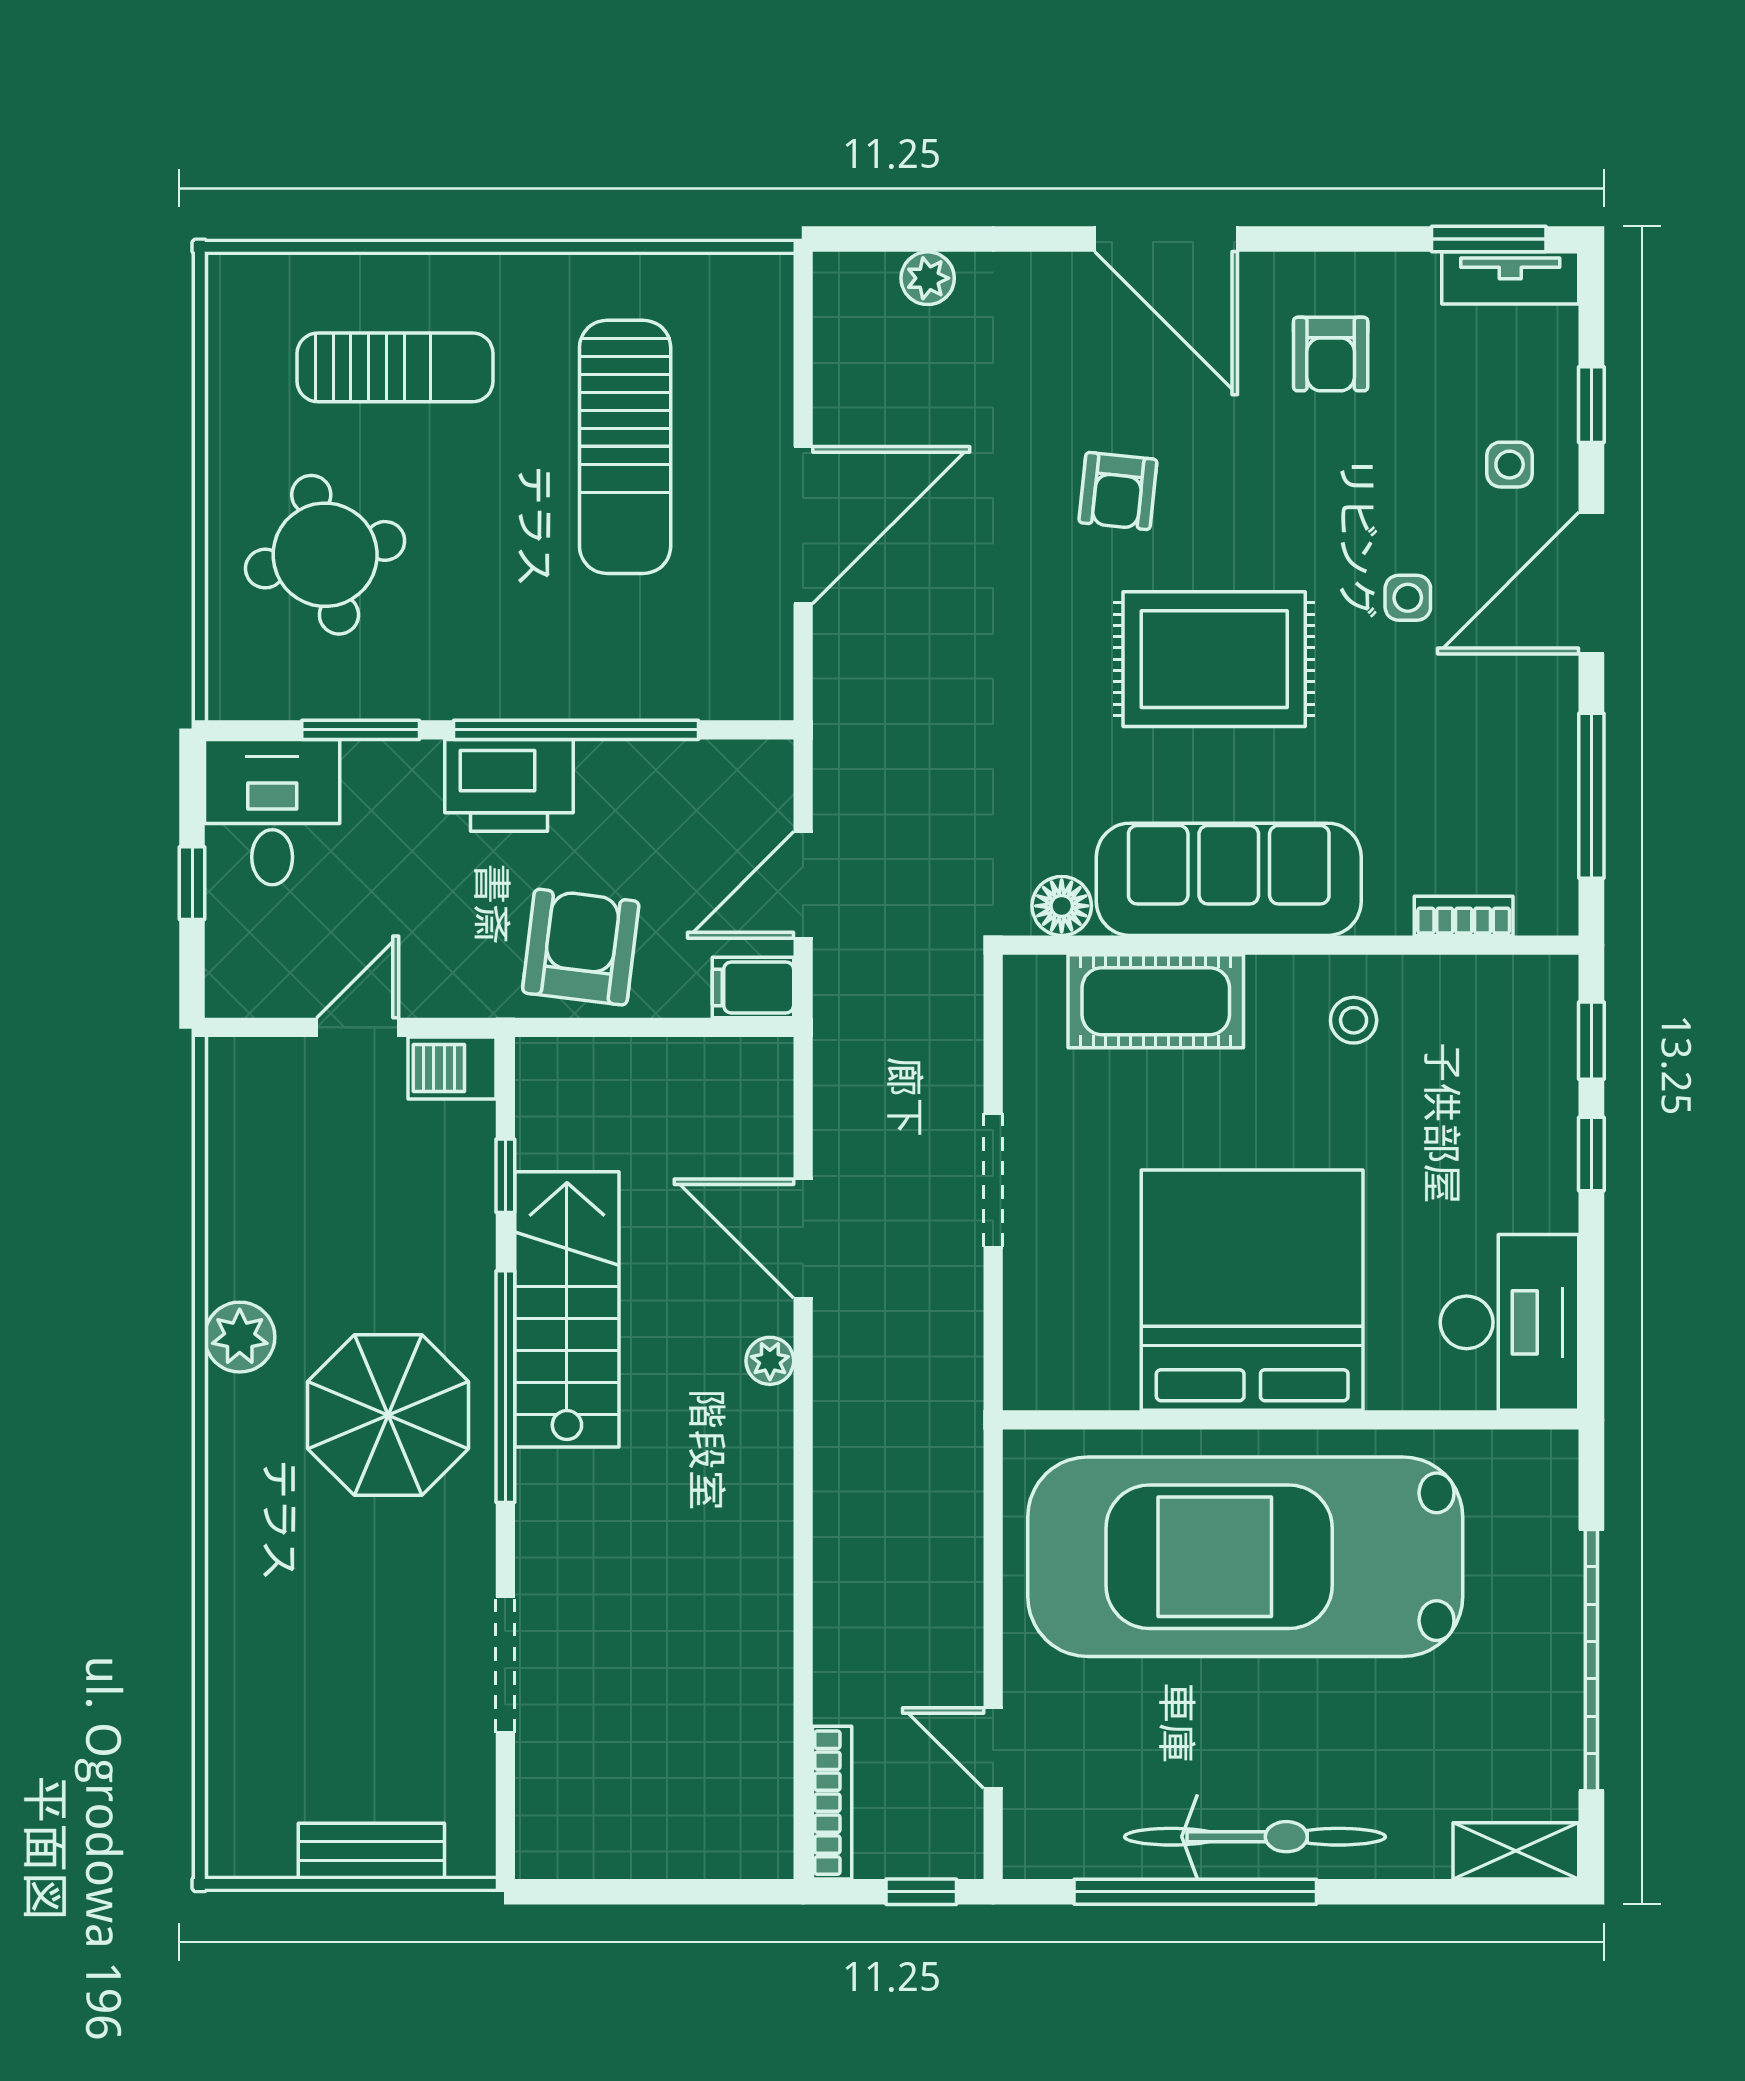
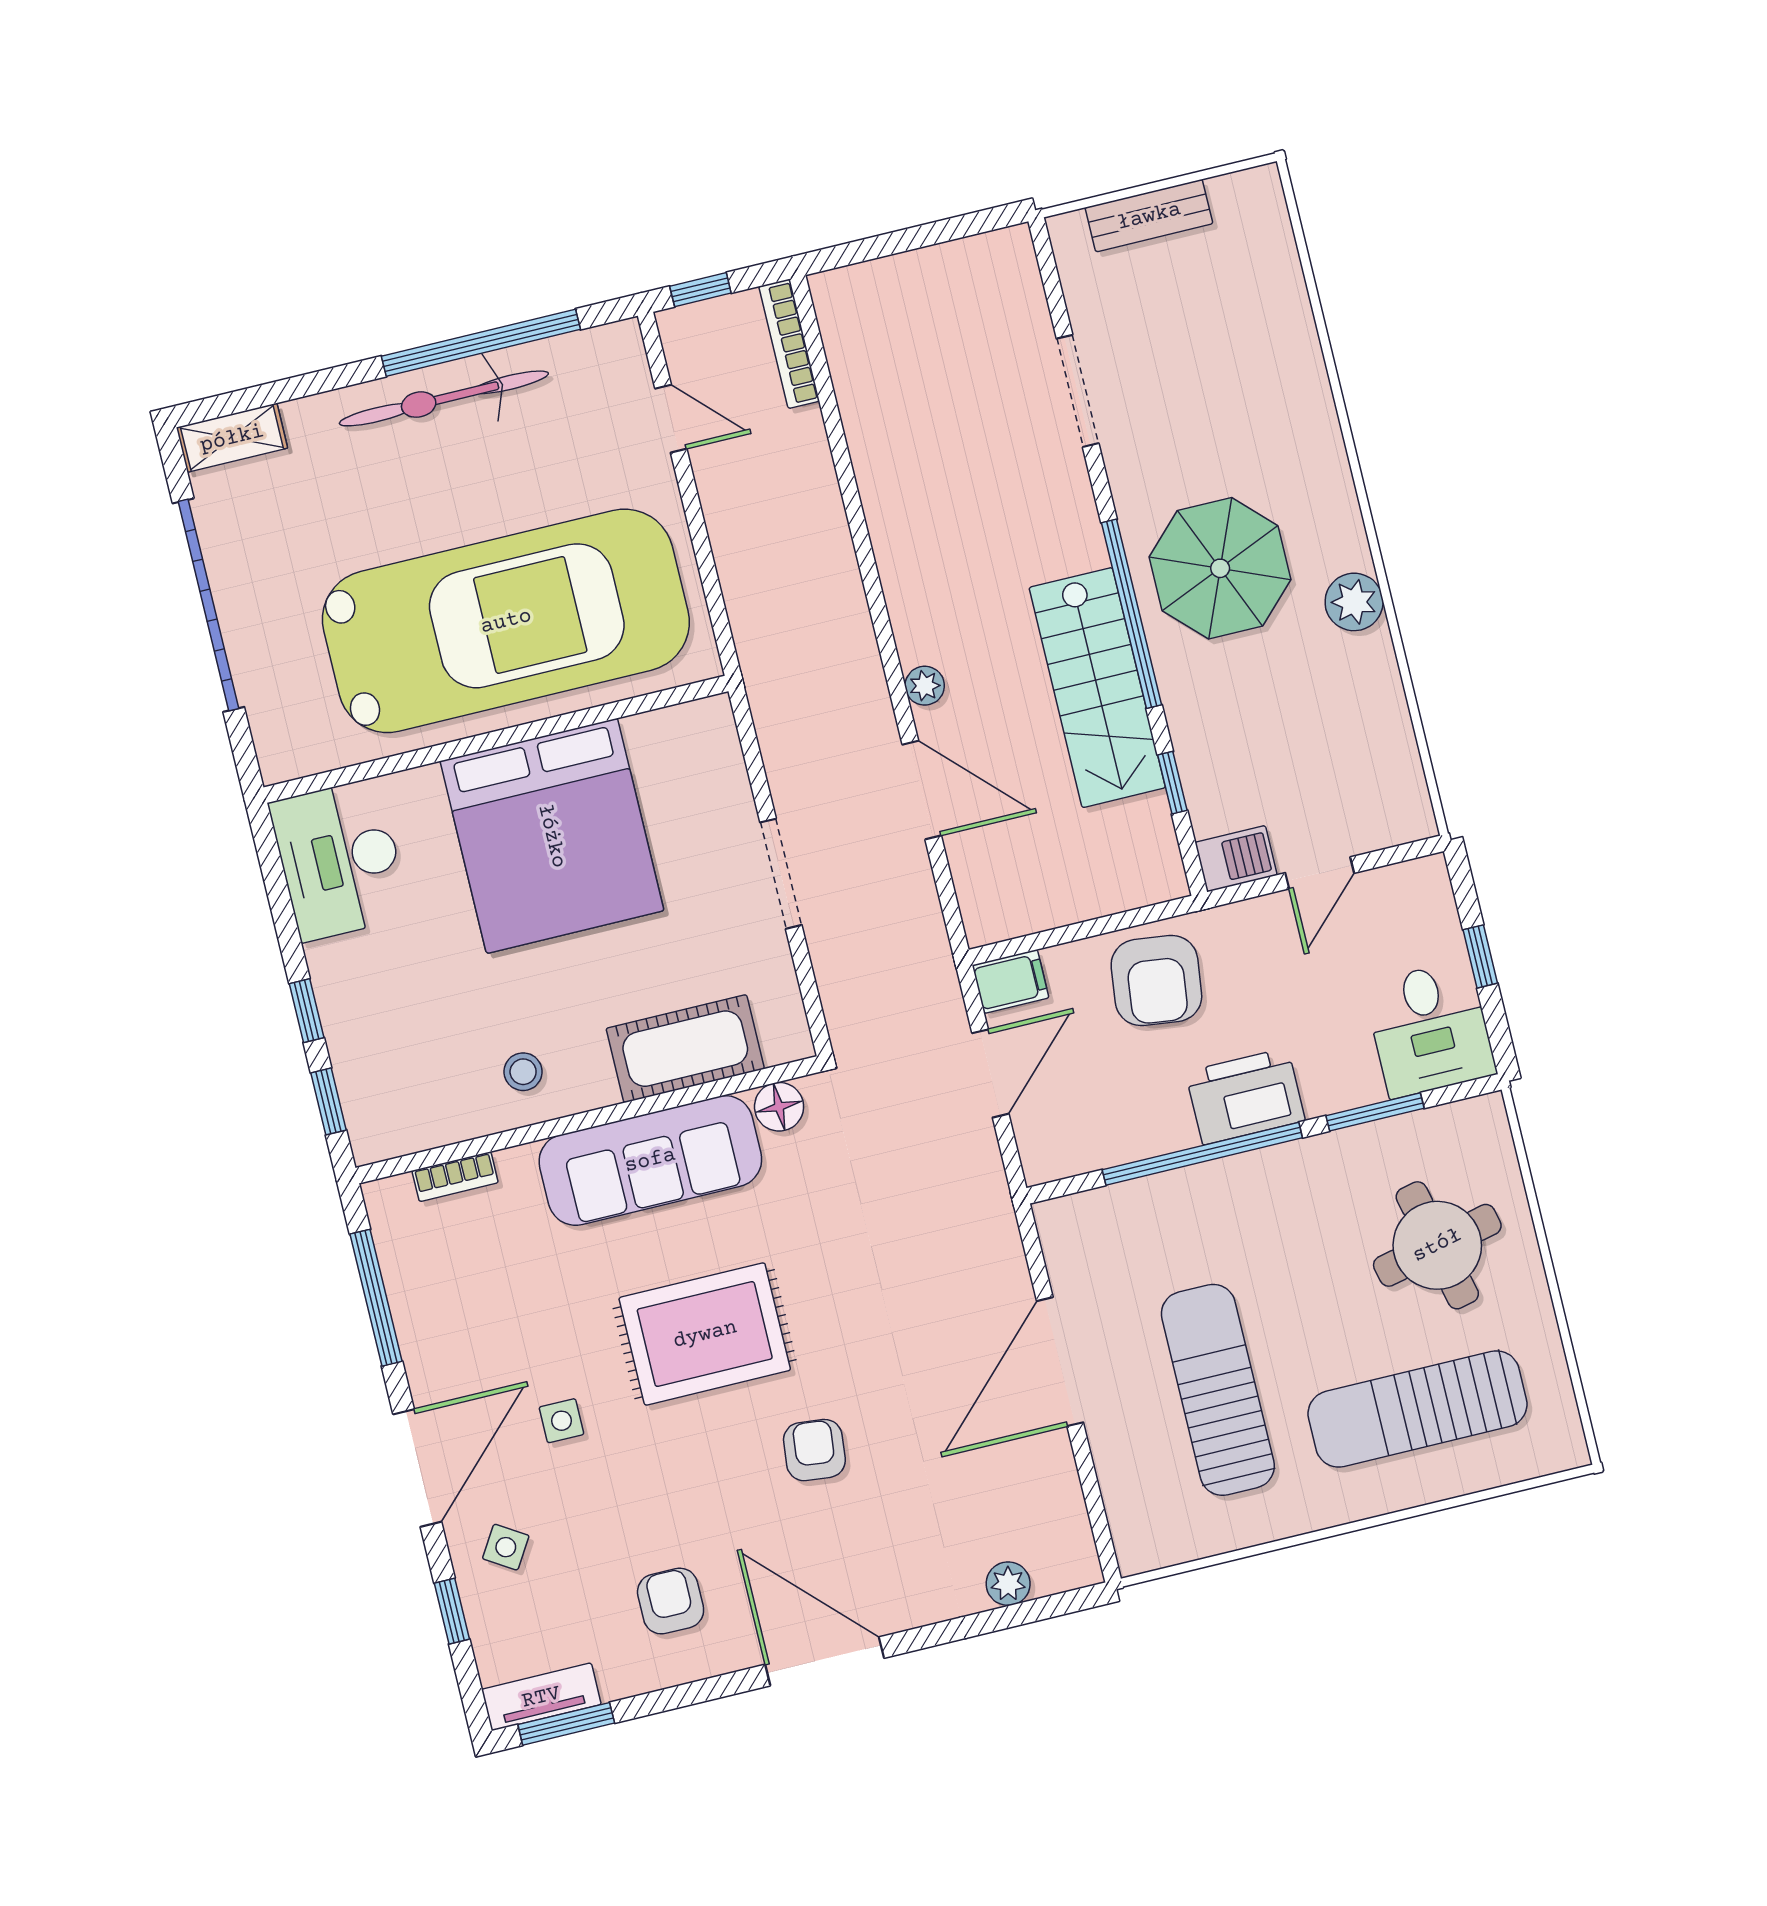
sun lounger: (395, 367) -> (1418, 1409), width x1.36, depth x1.34
side table: (1510, 465) -> (506, 1547), turned 32

